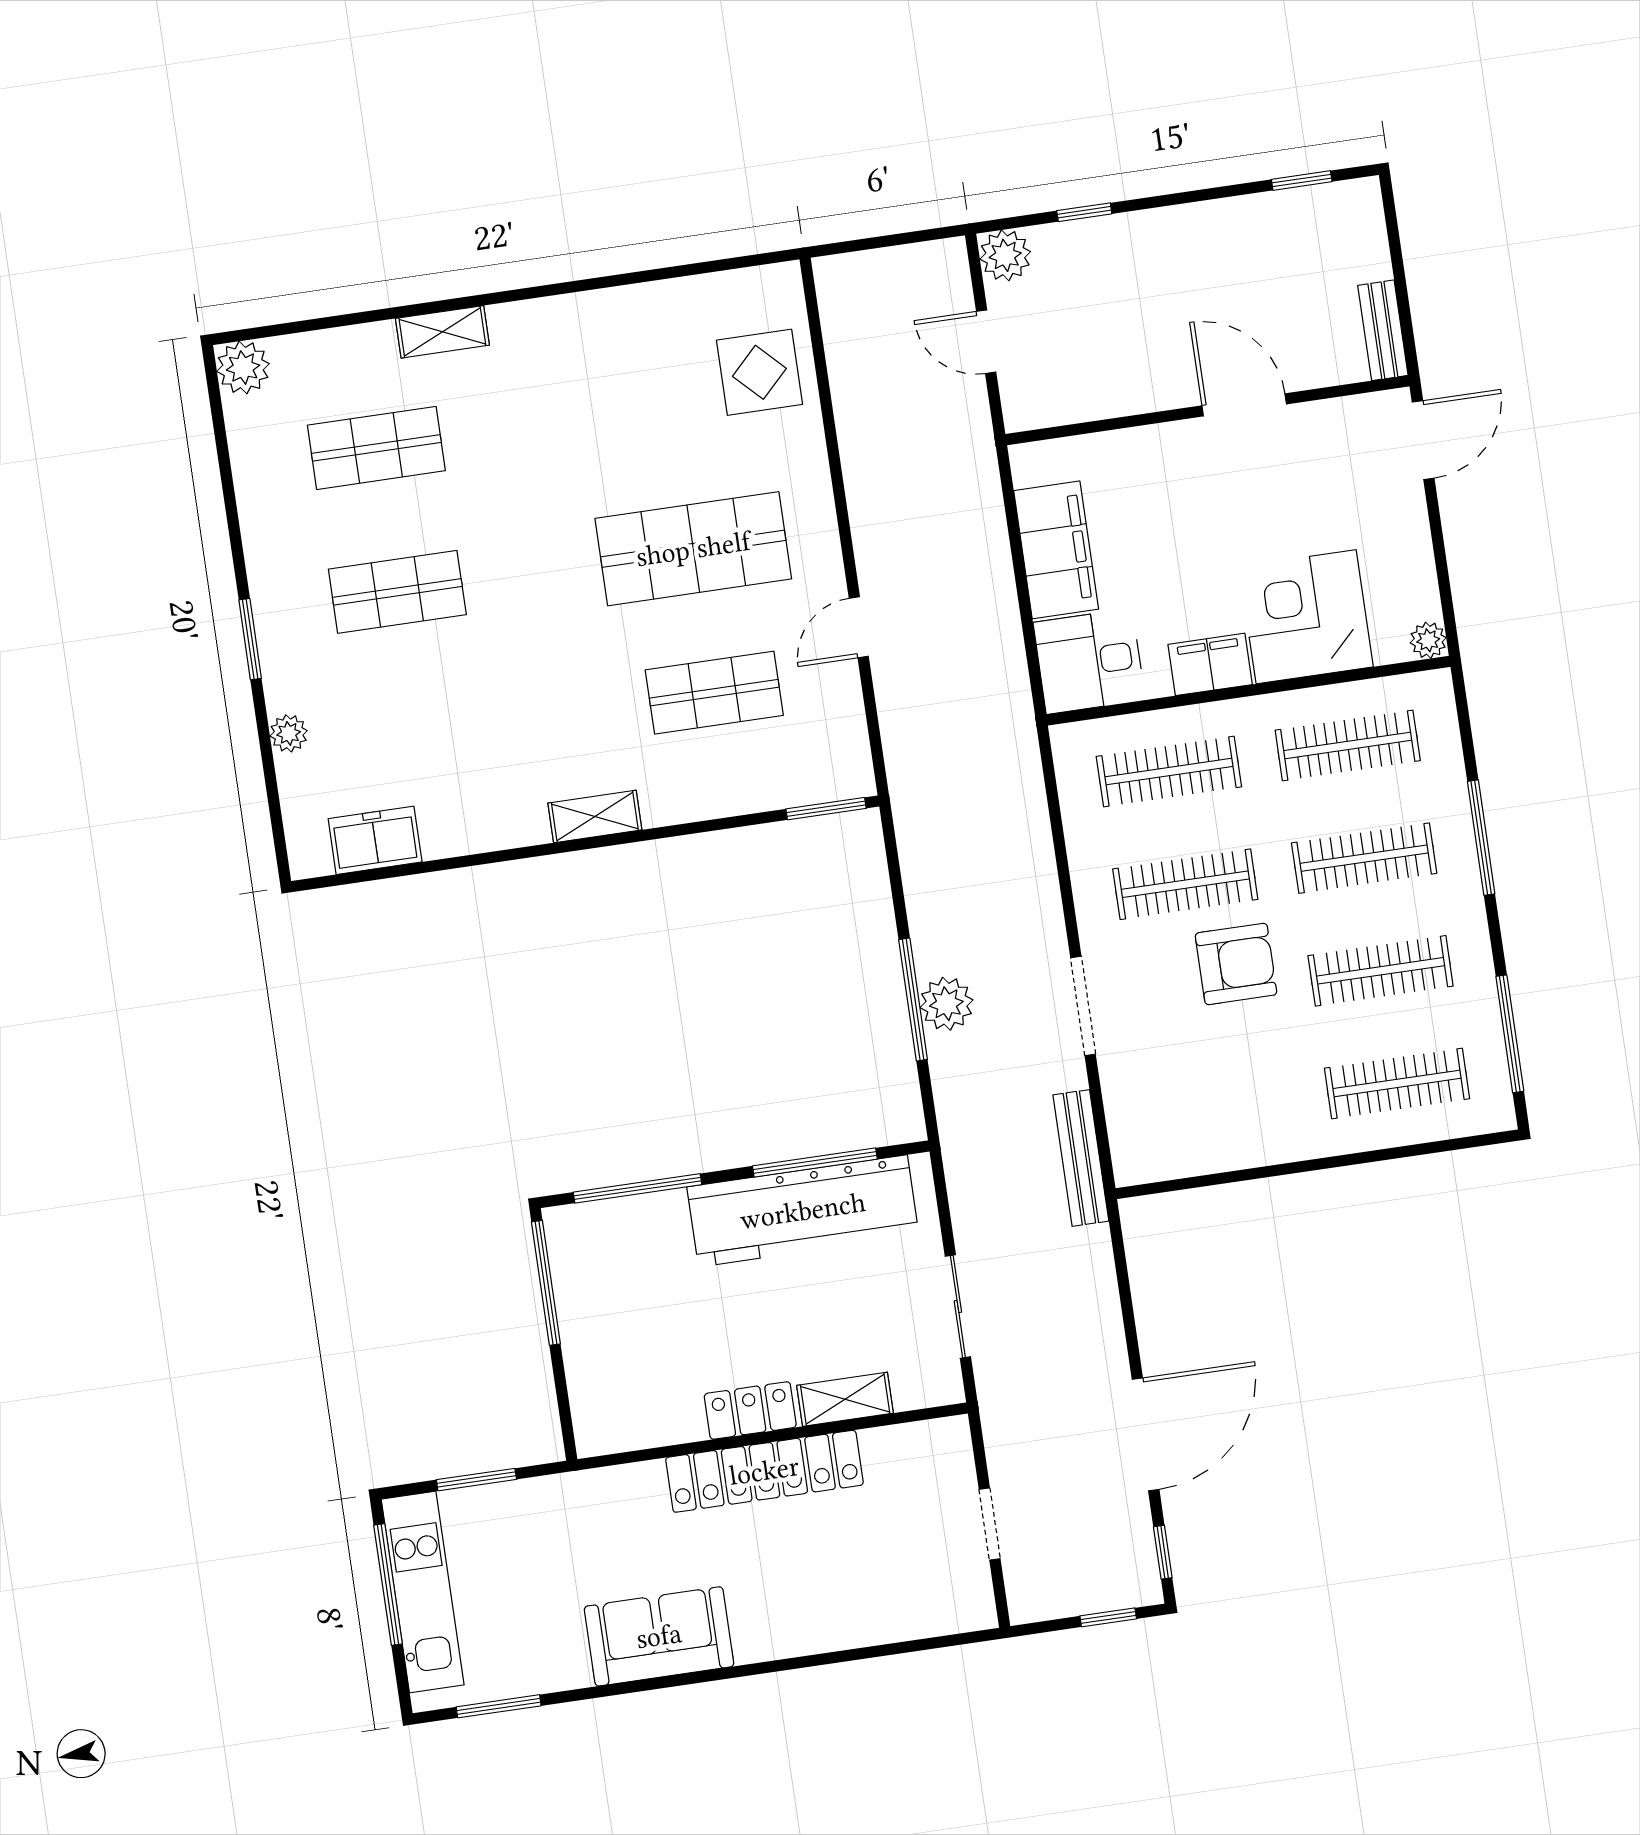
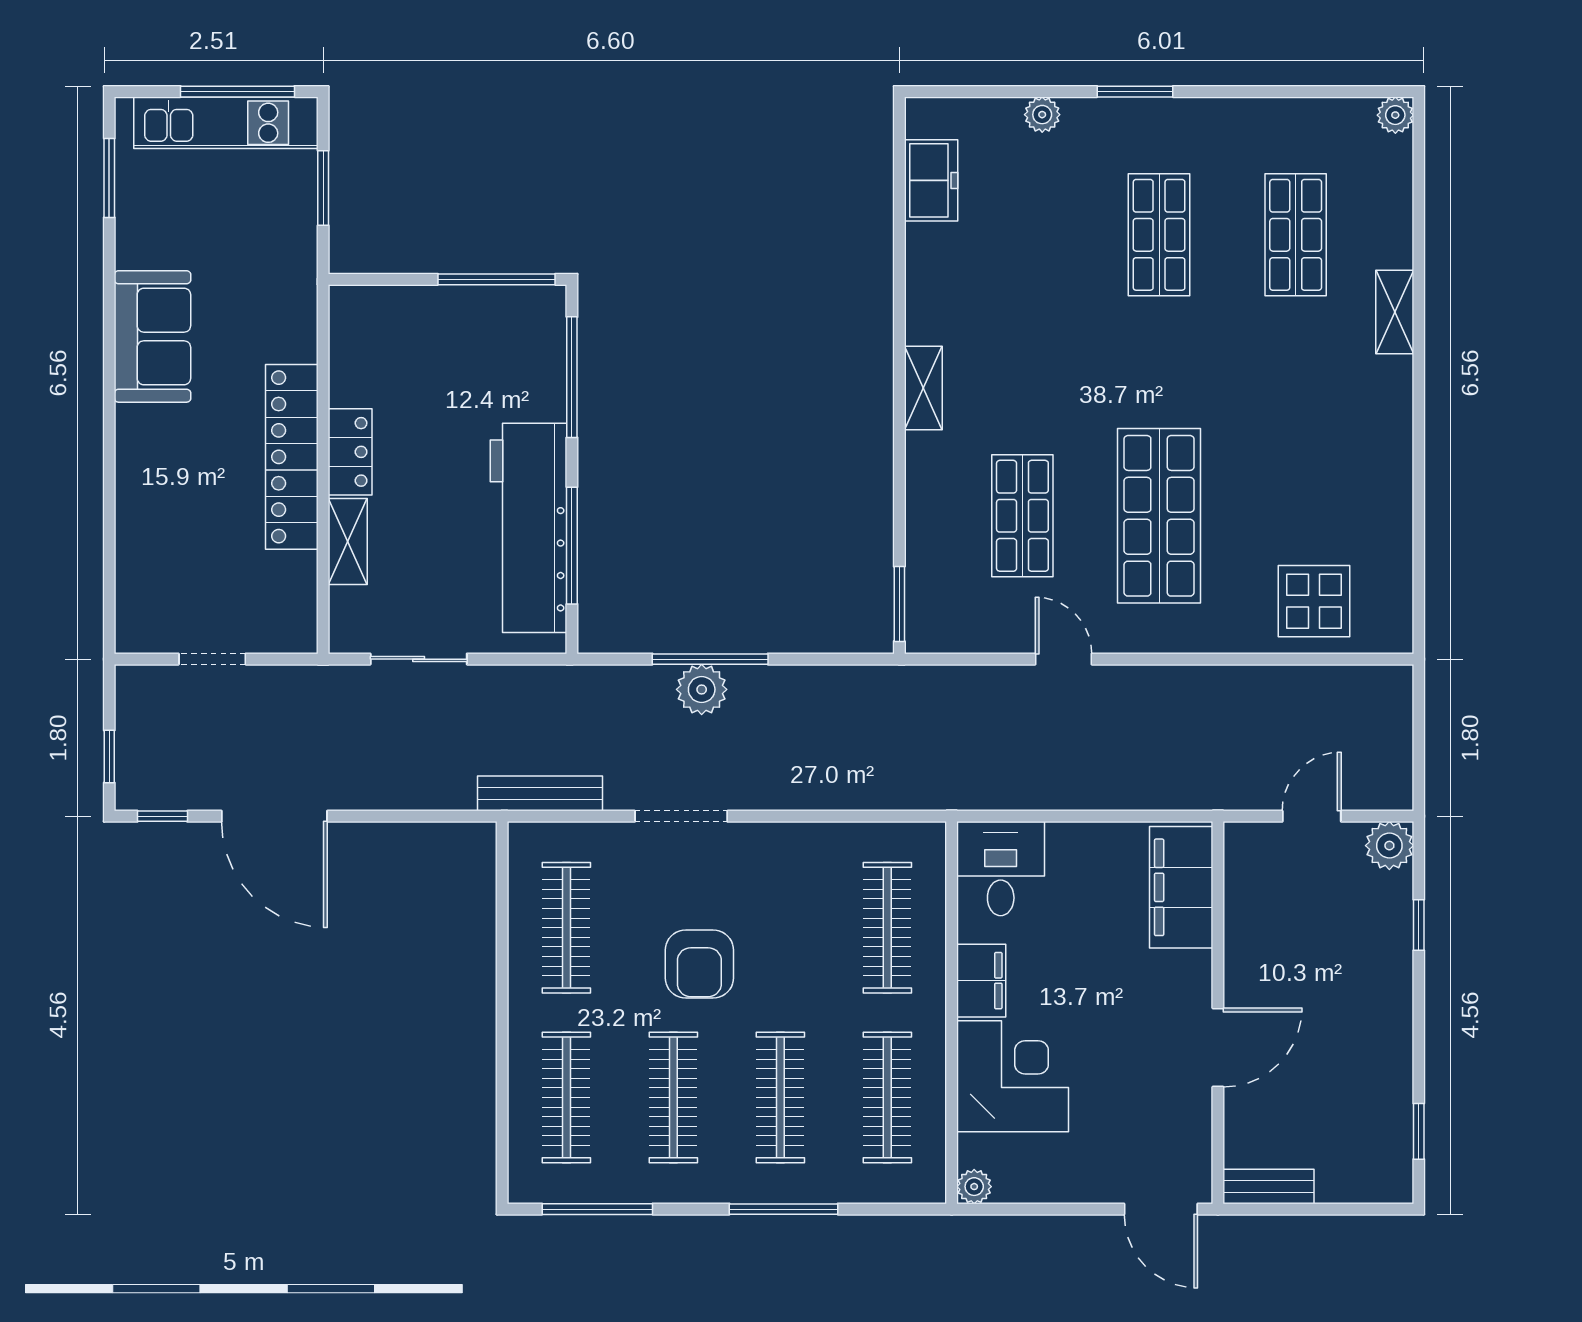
plant: (243, 368) -> (1395, 115), width x0.73, depth x0.73
filing cabinet: (1056, 550) -> (1181, 887), moved, turned 90
clothes rail: (1185, 884) -> (566, 928), moved

